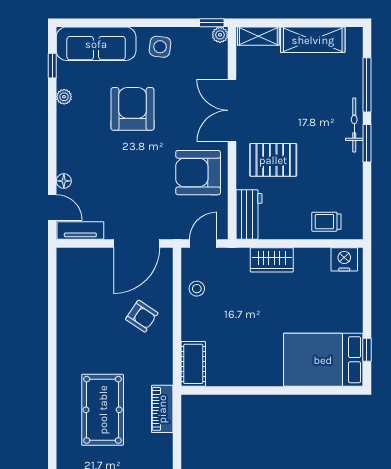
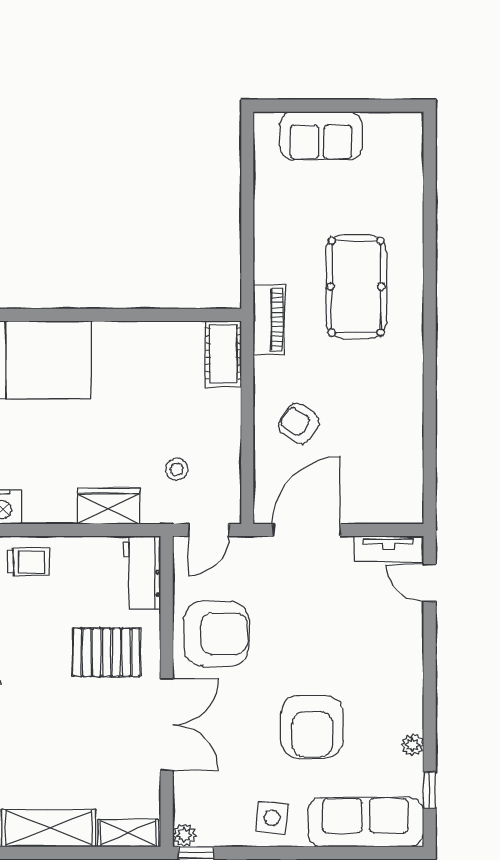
floor lamp: (64, 181) -> (413, 621), removed
stool: (197, 289) -> (177, 469), moved
piano: (162, 409) -> (269, 319), moved

